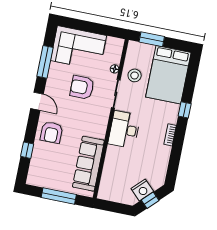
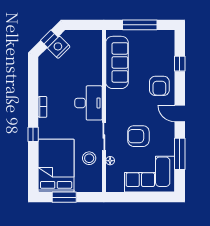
window: (152, 39) -> (64, 197), moved
armchair: (82, 87) -> (138, 136), turned 180
armchair: (52, 132) -> (159, 86), turned 180

